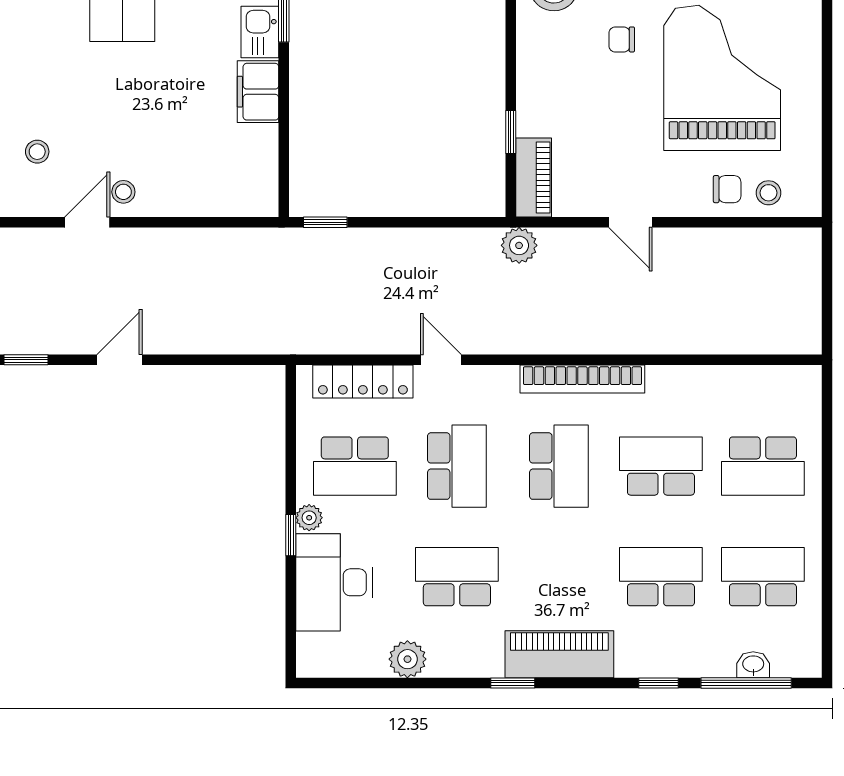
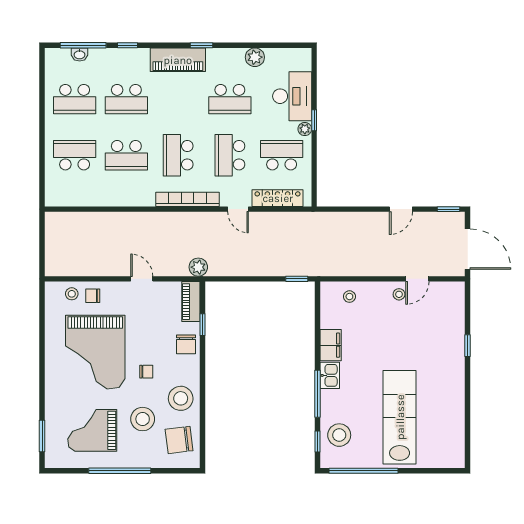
chair: (543, 93) -> (186, 344), added
stool: (37, 152) -> (349, 297), moved
bookcase: (582, 379) -> (188, 199), moved

